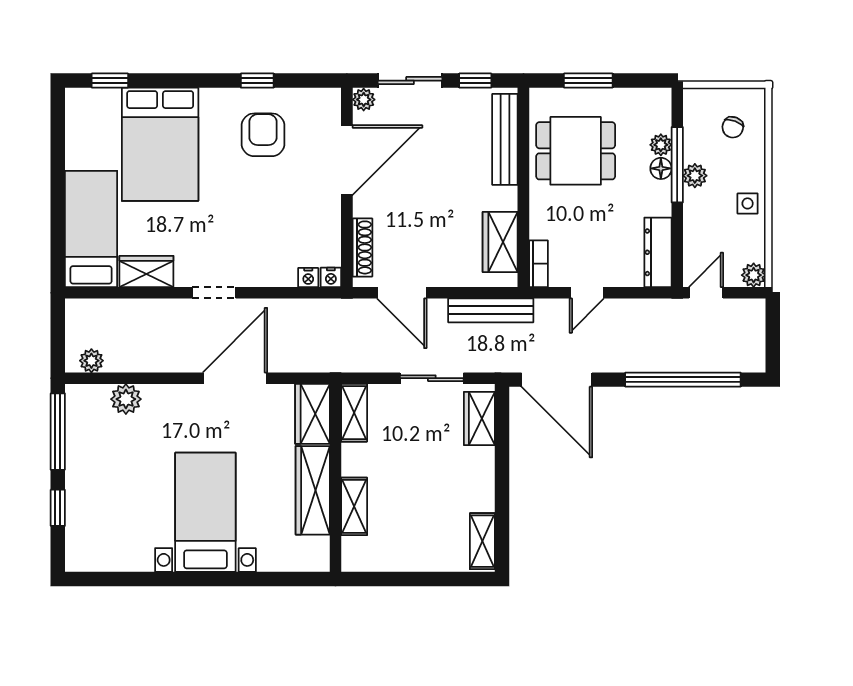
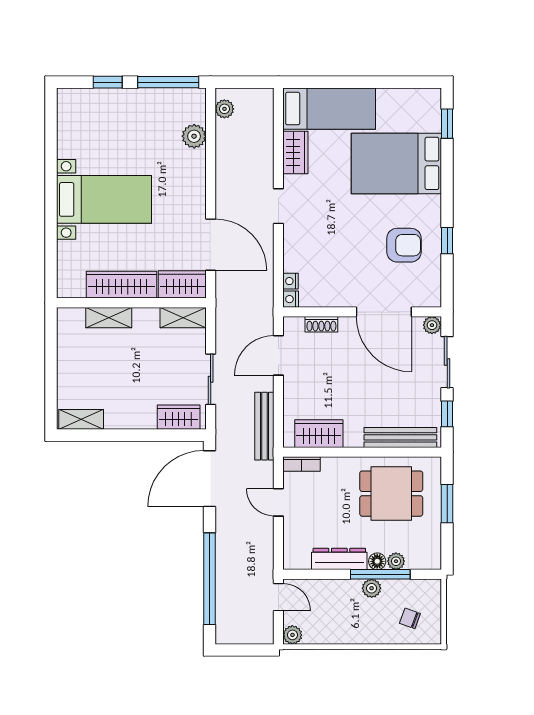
dining table: (576, 151) -> (391, 494), turned 90
side table: (748, 203) -> (349, 630), removed
shoe rack: (362, 247) -> (321, 324), width x0.70
dresser: (658, 252) -> (339, 559), moved
door: (235, 378) -> (211, 245), moved

